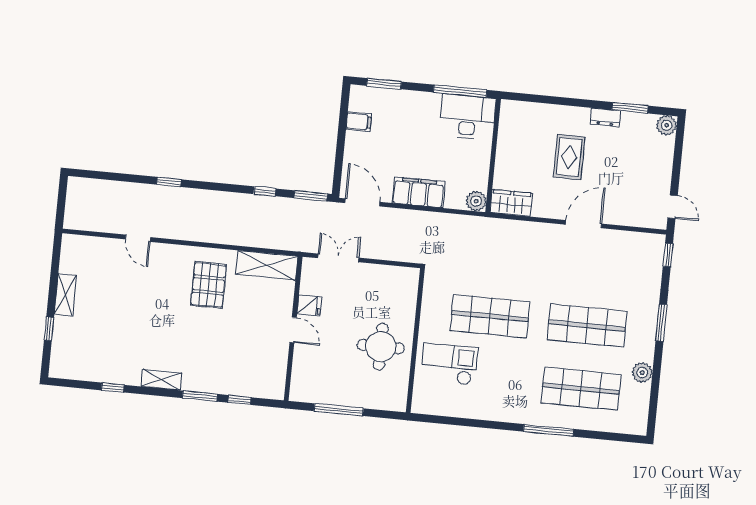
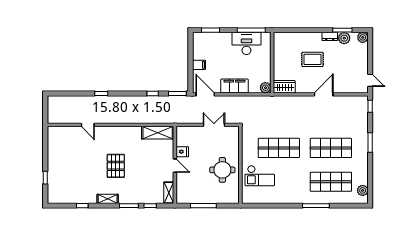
desk: (468, 117) -> (246, 43), moved
filing cabinet: (359, 122) -> (199, 65), moved
plant: (632, 123) -> (344, 38), added
rug: (569, 157) -> (313, 59), turned 90
double door: (338, 258) -> (214, 125), moved
pallet: (209, 285) -> (116, 166), moved
shelving: (65, 295) -> (169, 193), moved
checkout: (449, 364) -> (260, 176), turned 180
plant: (642, 373) -> (363, 190), moved

